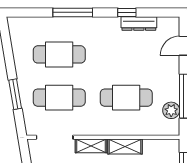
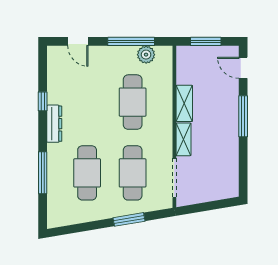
window: (73, 12) -> (43, 173), moved
dresser: (139, 23) -> (54, 124), moved

